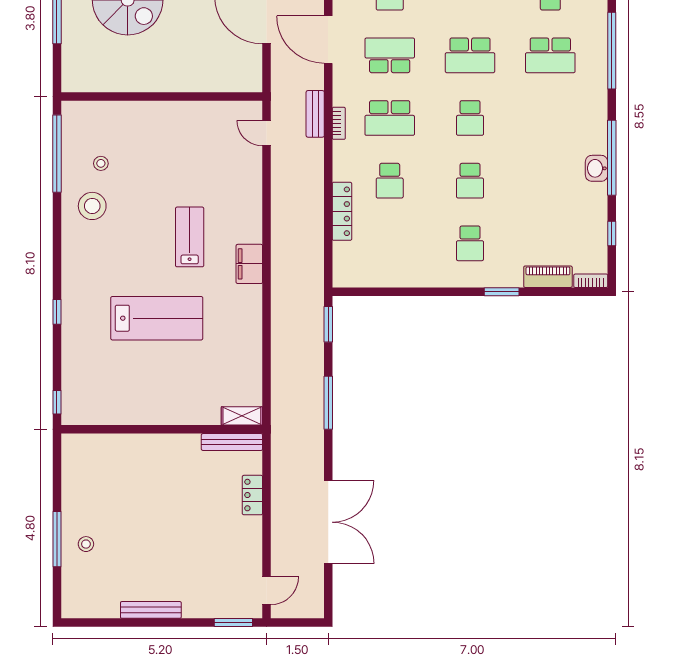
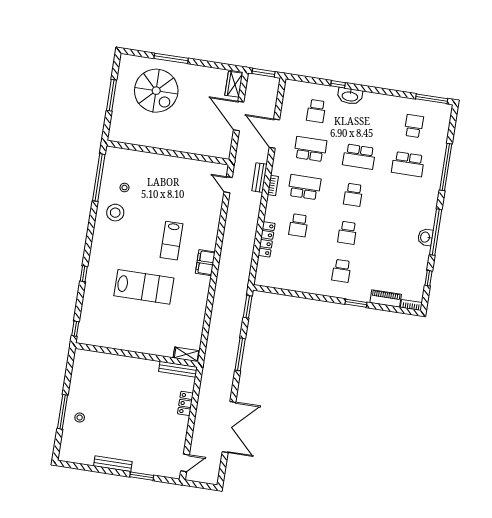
school desk: (390, 118) -> (304, 187), turned 180
lab bench: (190, 237) -> (172, 241), turned 180
window: (233, 623) -> (142, 476), moved

